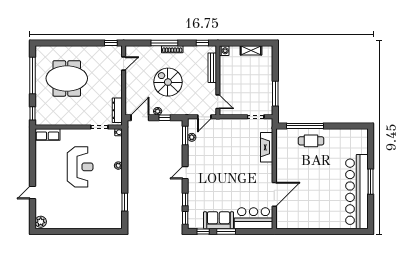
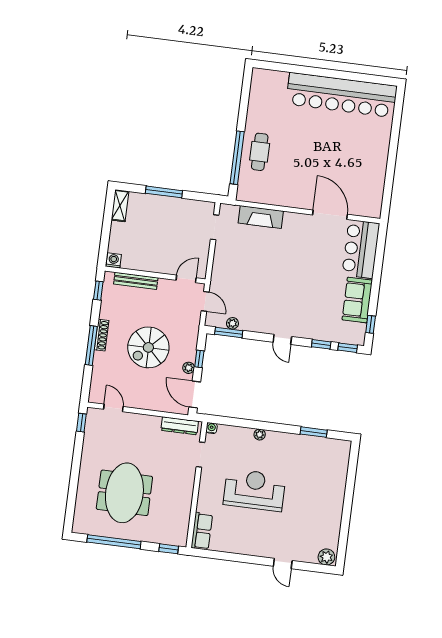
shelving: (251, 50) -> (120, 206), moved
window: (275, 94) -> (164, 192), moved
window: (371, 182) -> (330, 73), removed
window: (226, 232) -> (375, 291), removed

